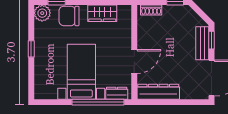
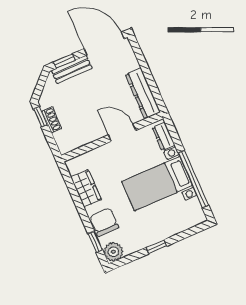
shoe rack: (151, 10) -> (52, 120), moved
chair: (69, 16) -> (104, 222), turned 180
window: (98, 102) -> (193, 179), moved

